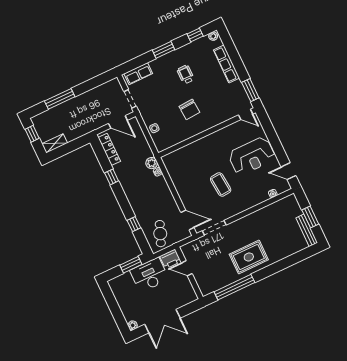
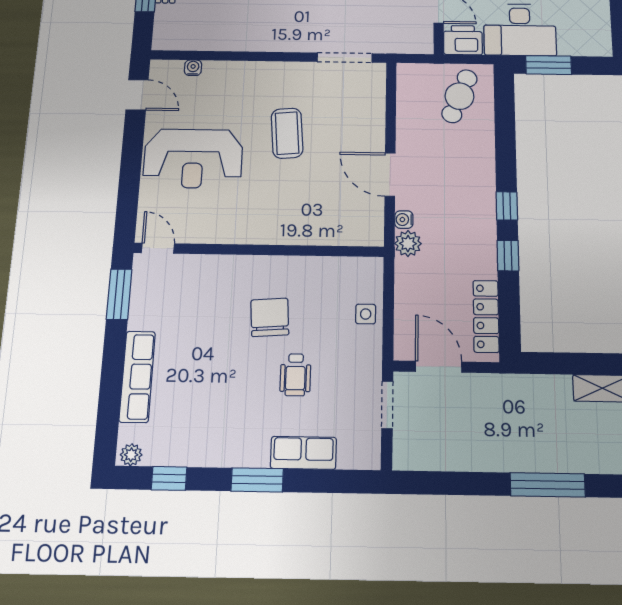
row of seats: (138, 74) -> (303, 453), moved
wheelchair: (186, 74) -> (295, 375), moved
reception desk: (252, 156) -> (193, 159), turned 180
door: (187, 220) -> (390, 174), moved
window: (134, 224) -> (507, 206), moved

